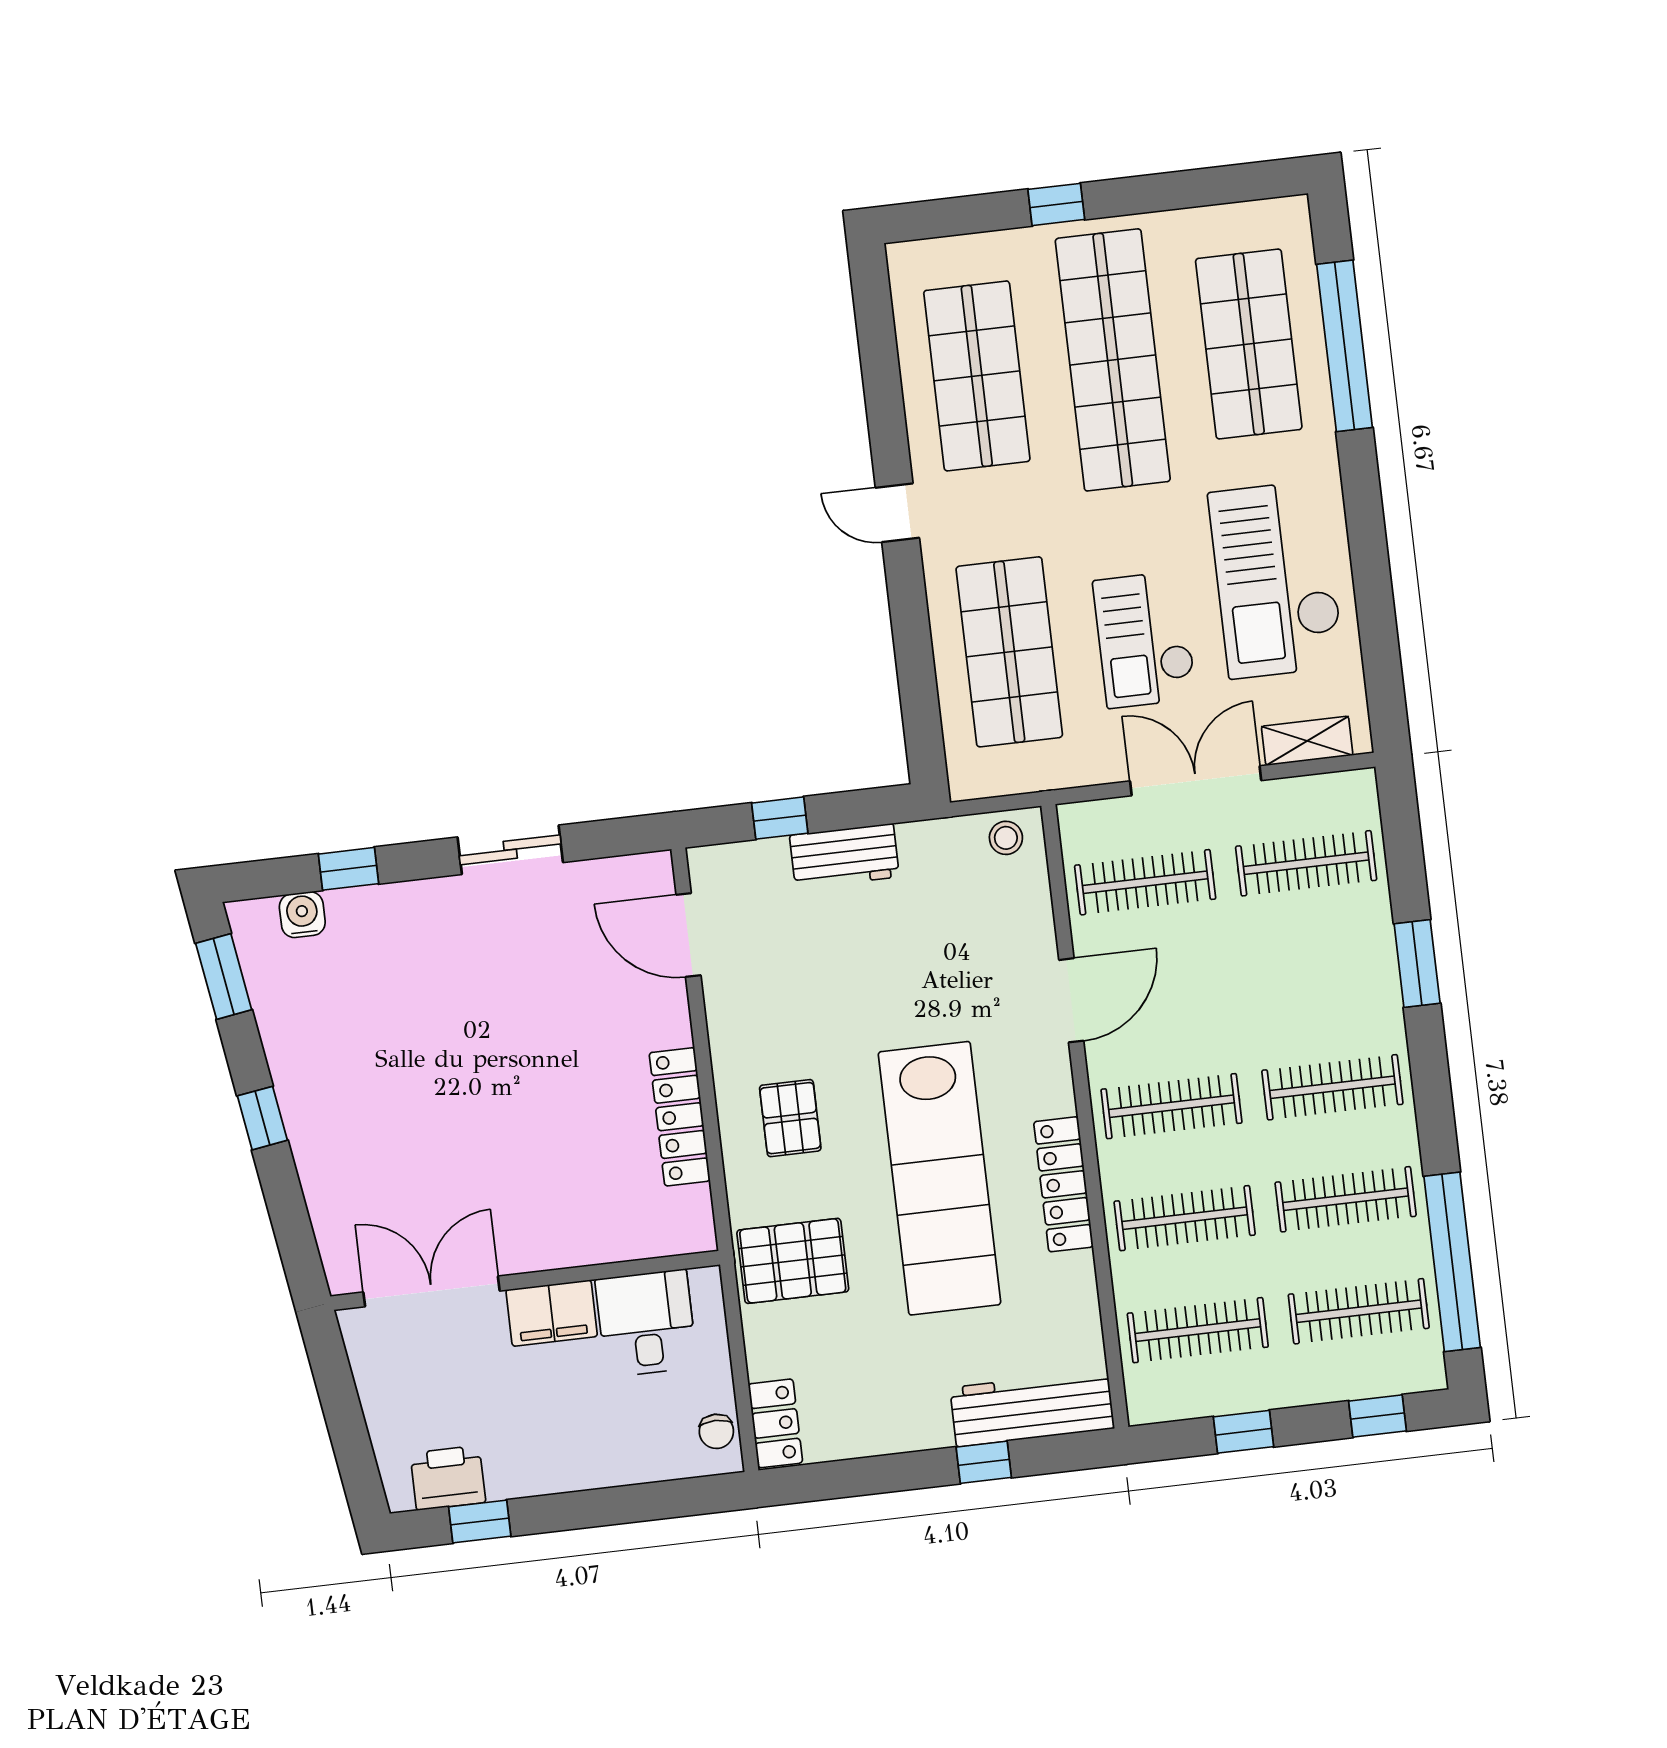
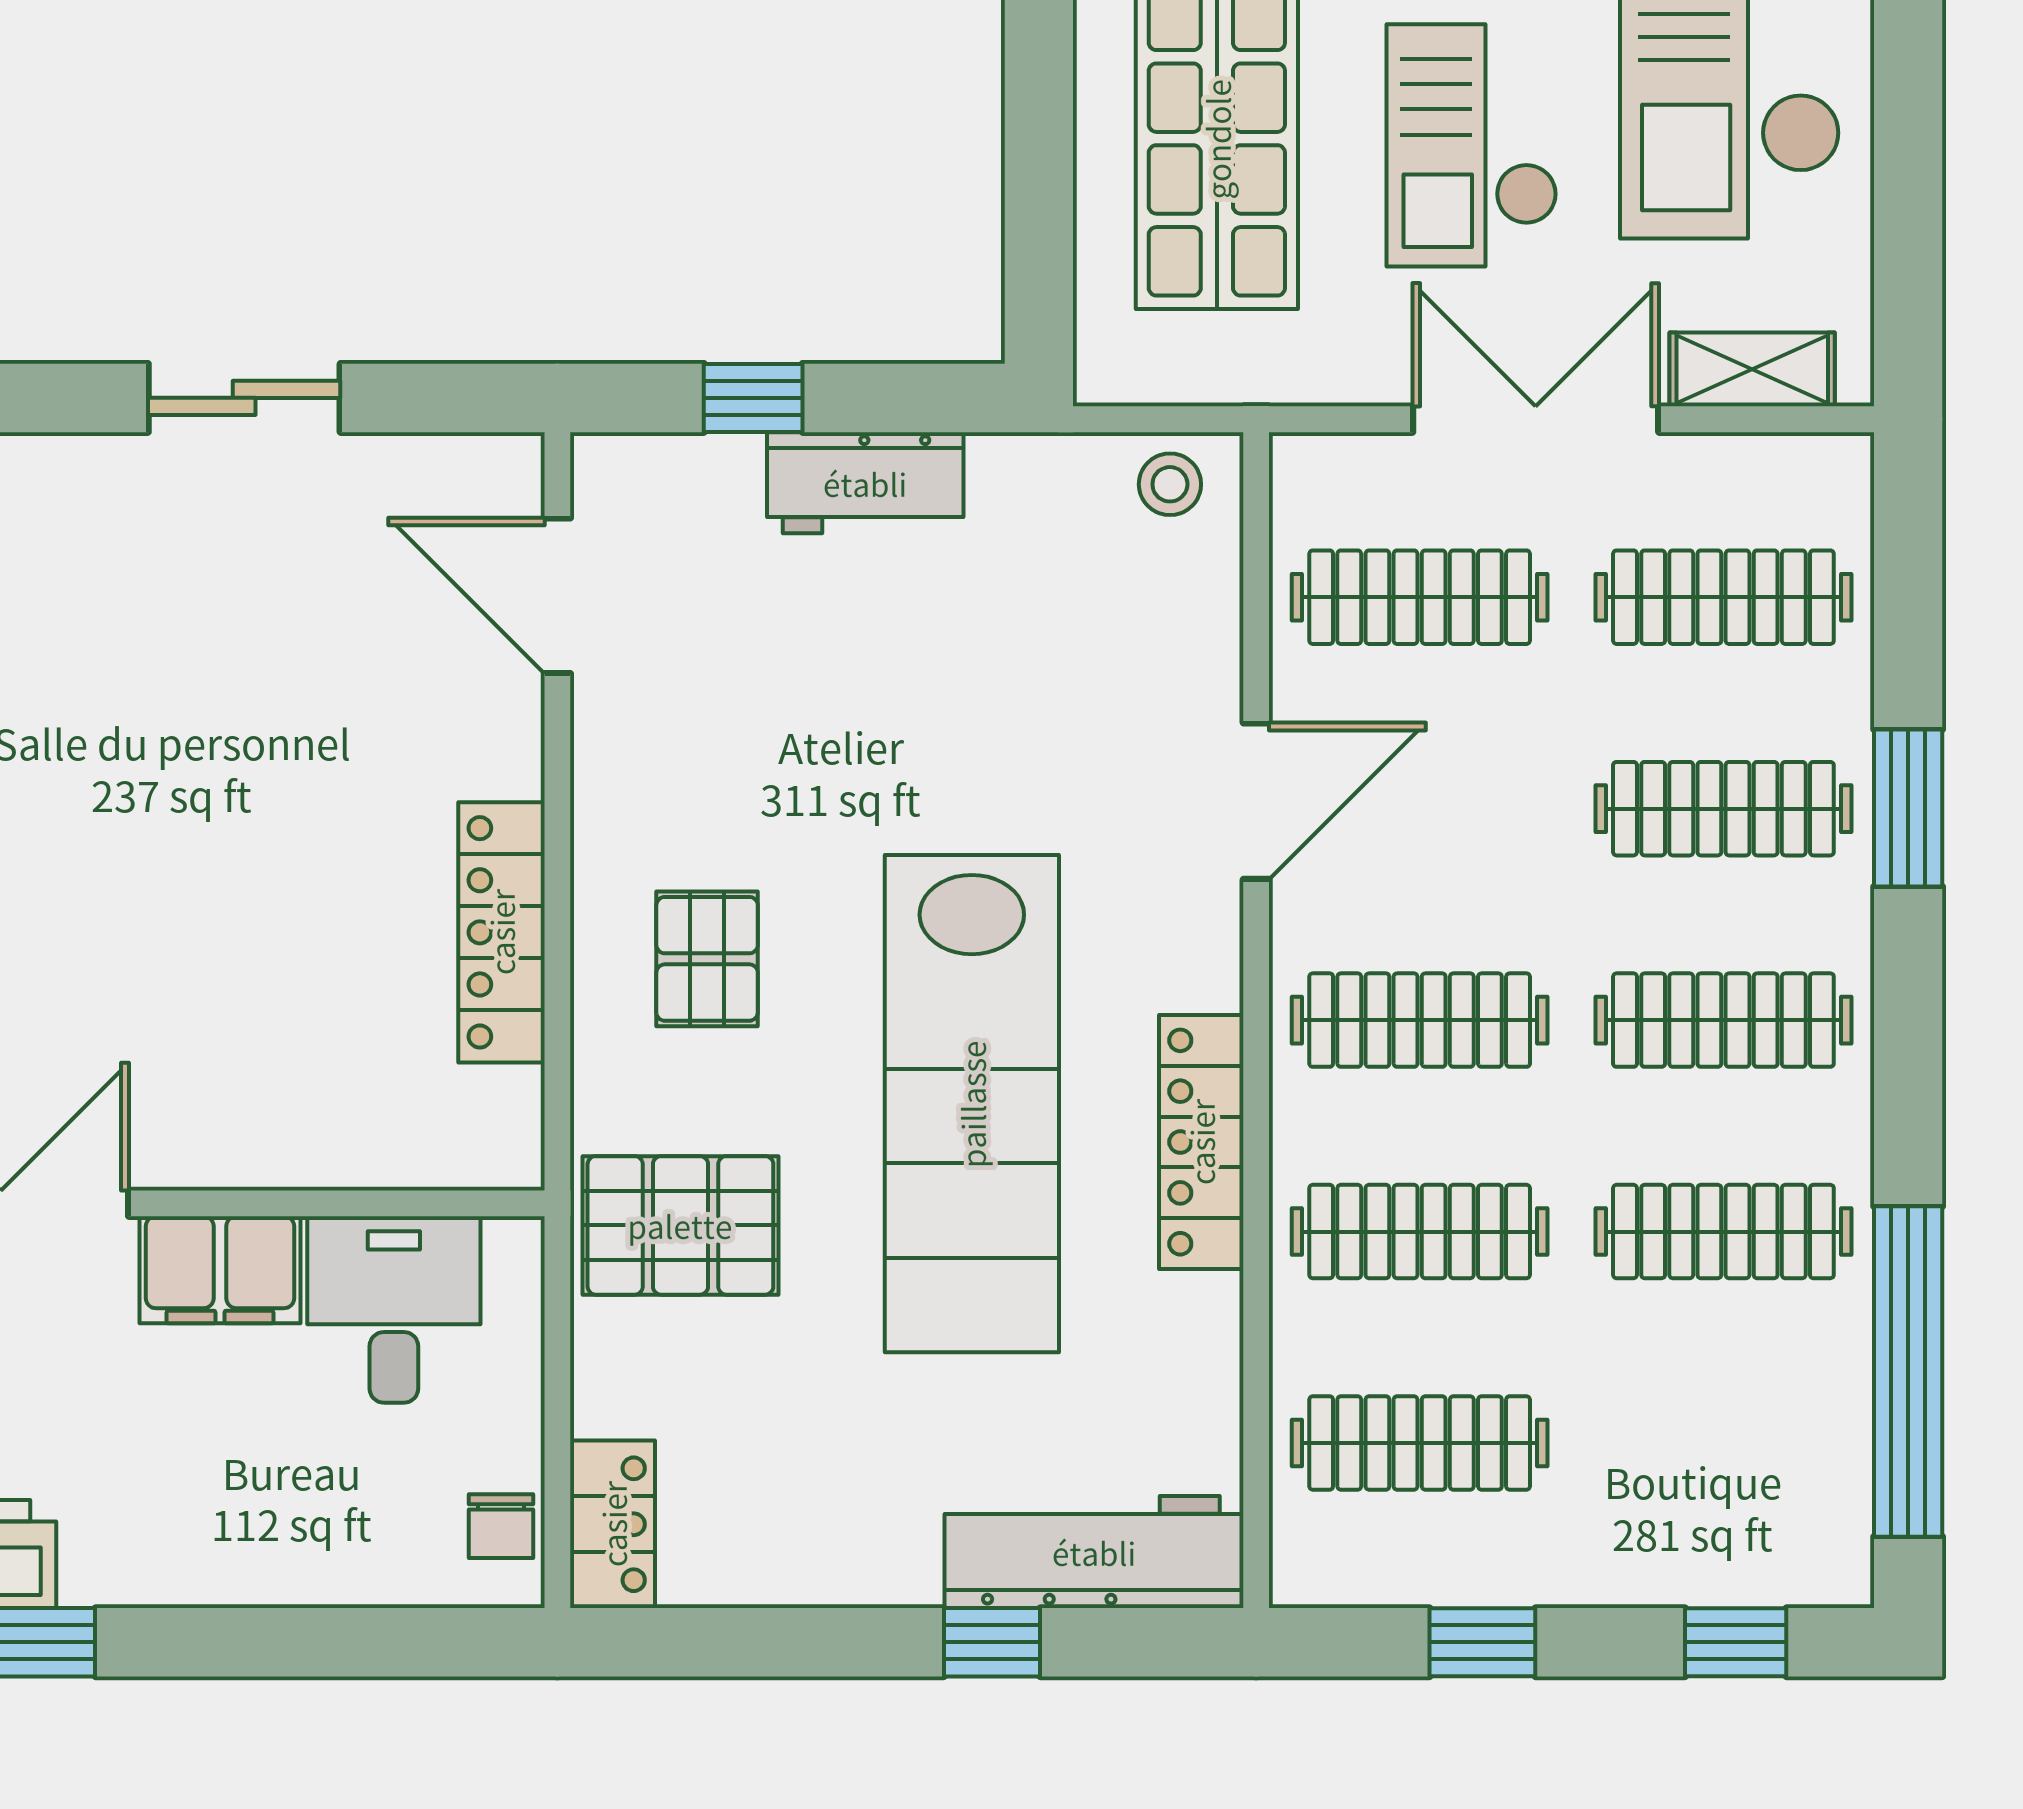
clothes rail: (1359, 1311) -> (1723, 809), moved

